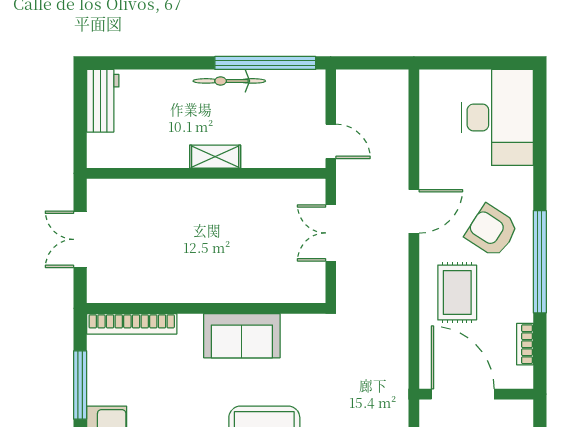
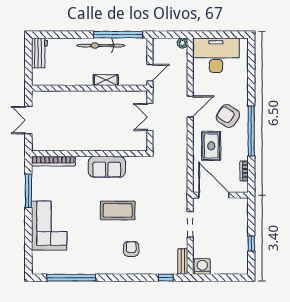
plant: (398, 80) -> (182, 43), added
bicycle: (229, 81) -> (101, 46), width x1.37, depth x1.40
desk: (497, 117) -> (216, 55), moved, turned -90
door: (331, 141) -> (150, 73), hinge flipped
shelving: (215, 157) -> (106, 80), moved

